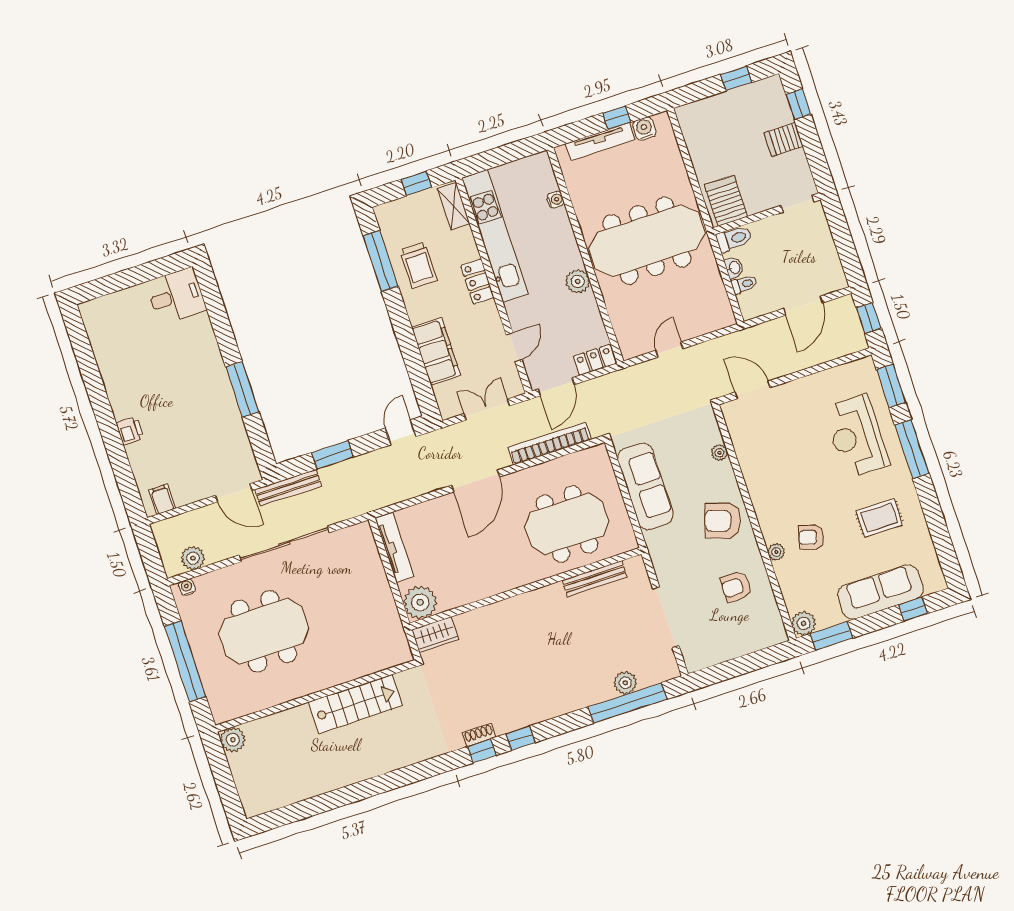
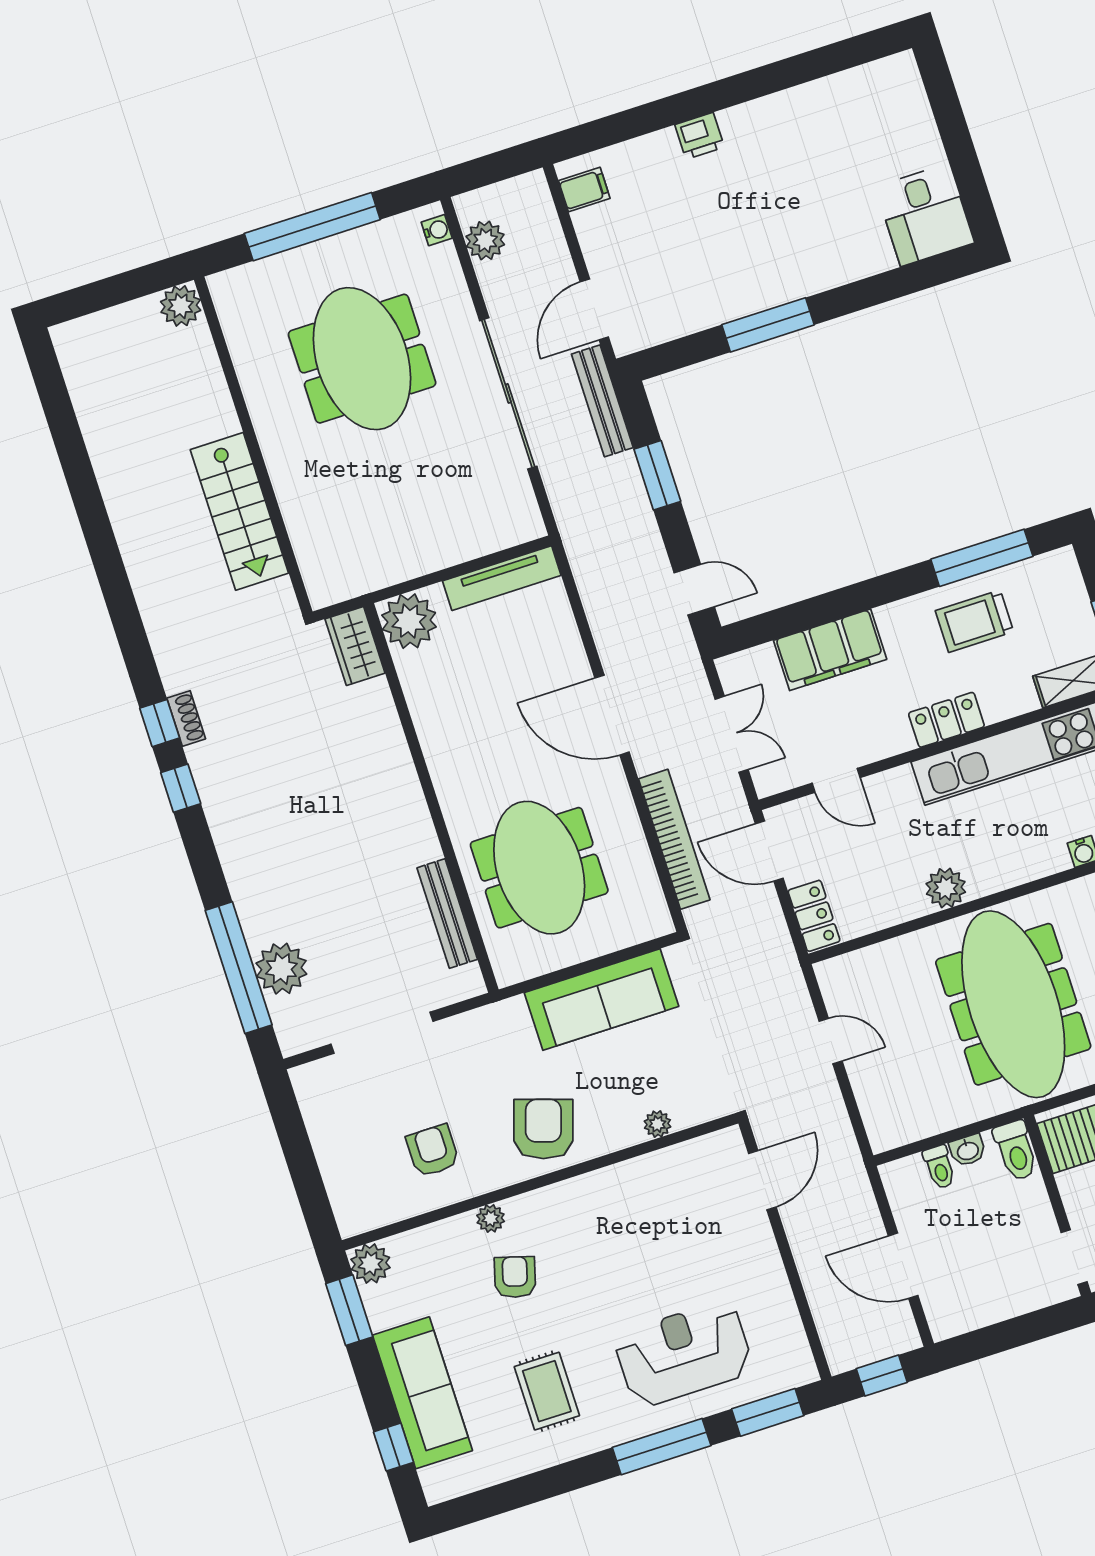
plant: (625, 683) -> (281, 969), width x1.36, depth x1.36

